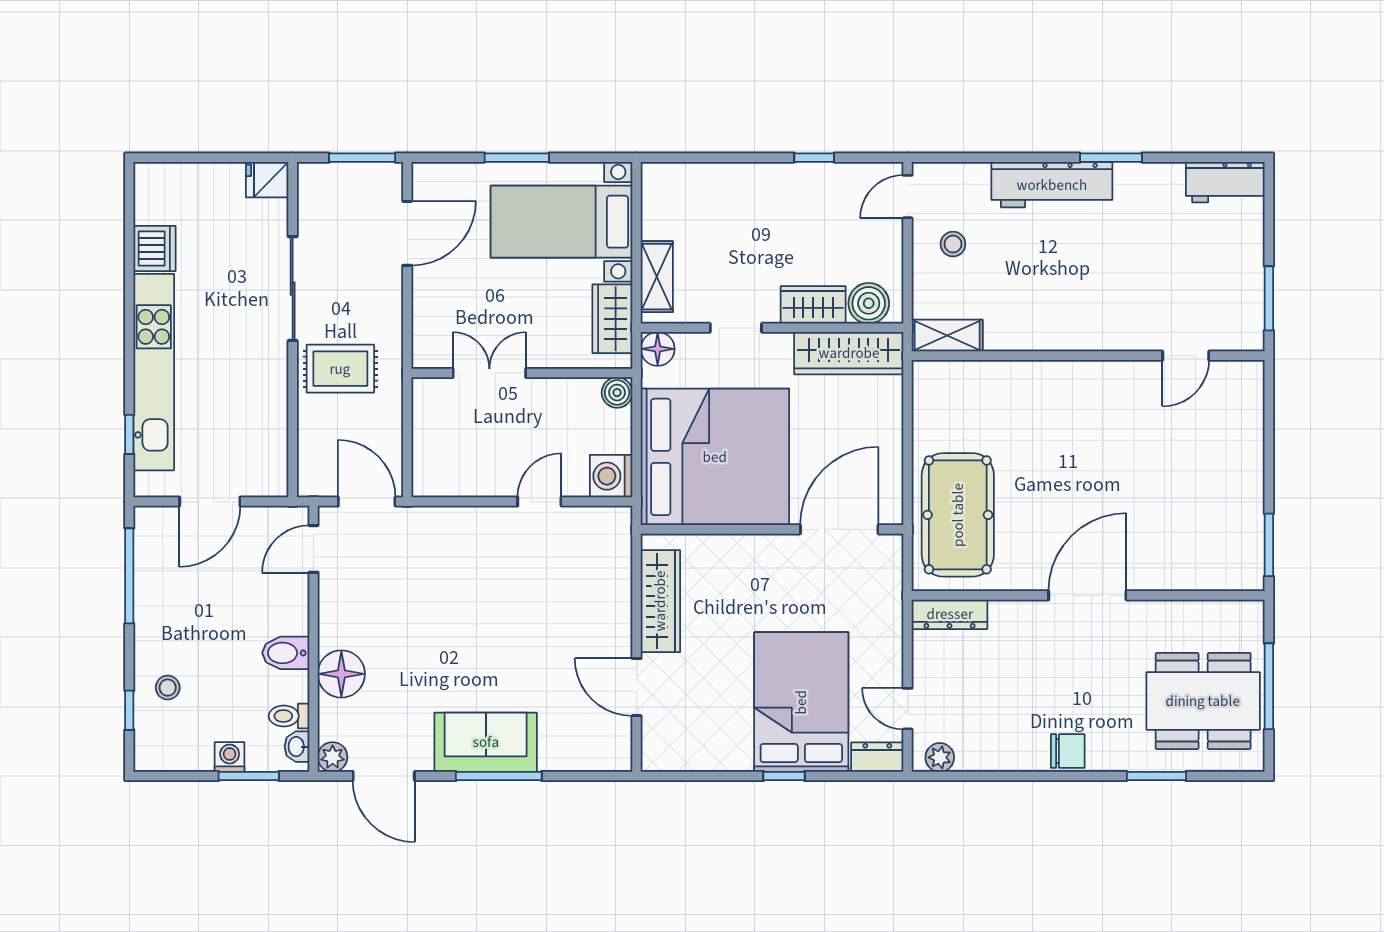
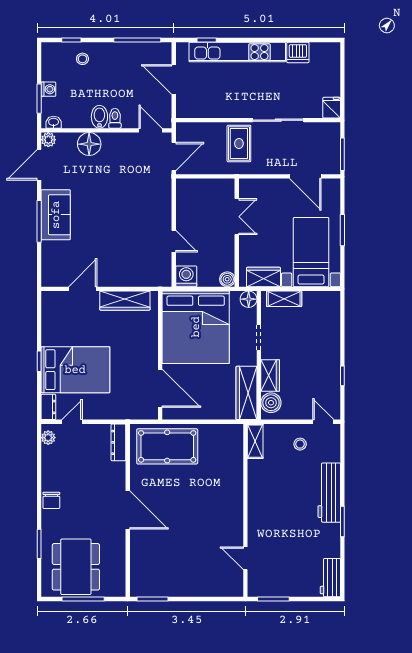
toilet: (289, 716) -> (115, 118), moved

